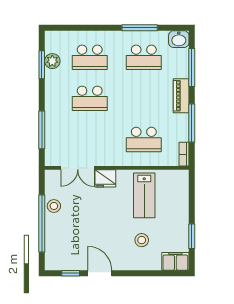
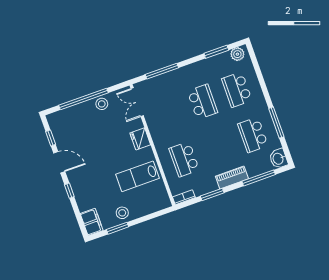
plant: (52, 61) -> (237, 54), moved
school desk: (90, 98) -> (202, 102), turned 180
window: (192, 123) -> (212, 194), width x0.69
double door: (78, 168) -> (137, 102), moved
stool: (142, 240) -> (122, 213), moved
door: (100, 273) -> (59, 162), hinge flipped
window: (134, 273) -> (69, 191), added

